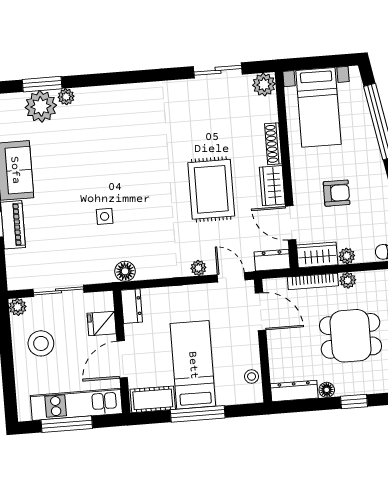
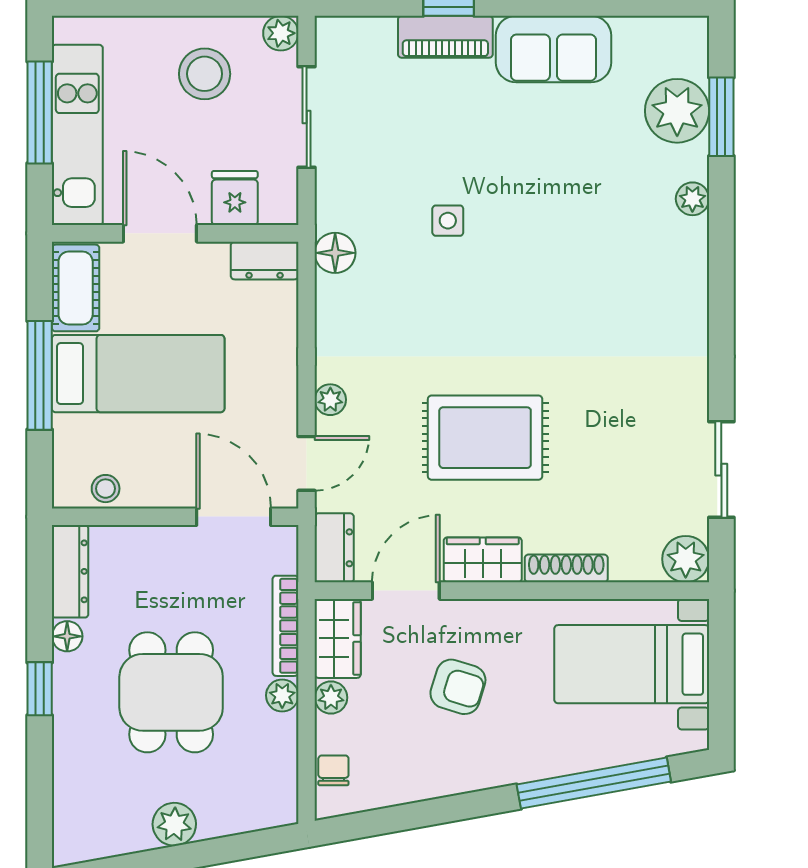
plant: (66, 97) -> (692, 199), moved
armchair: (337, 193) -> (458, 687), turned -73
door: (261, 312) -> (234, 517), swing flipped

